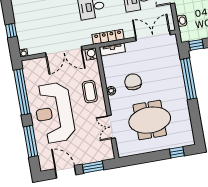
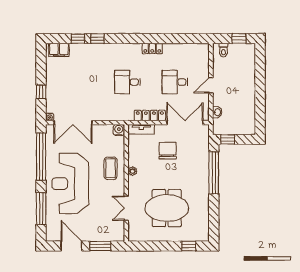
locker: (108, 37) -> (150, 116), moved
double door: (64, 51) -> (73, 123), moved
chair: (133, 82) -> (168, 151), moved

